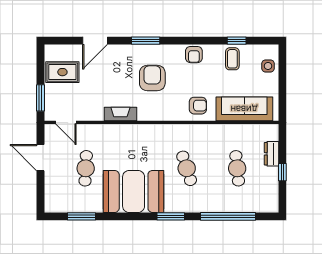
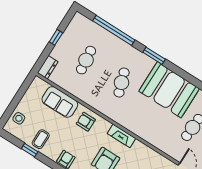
sofa: (244, 109) -> (60, 102), width x0.73
fireplace: (120, 114) -> (121, 136), moved
dresser: (272, 154) -> (48, 67), moved

